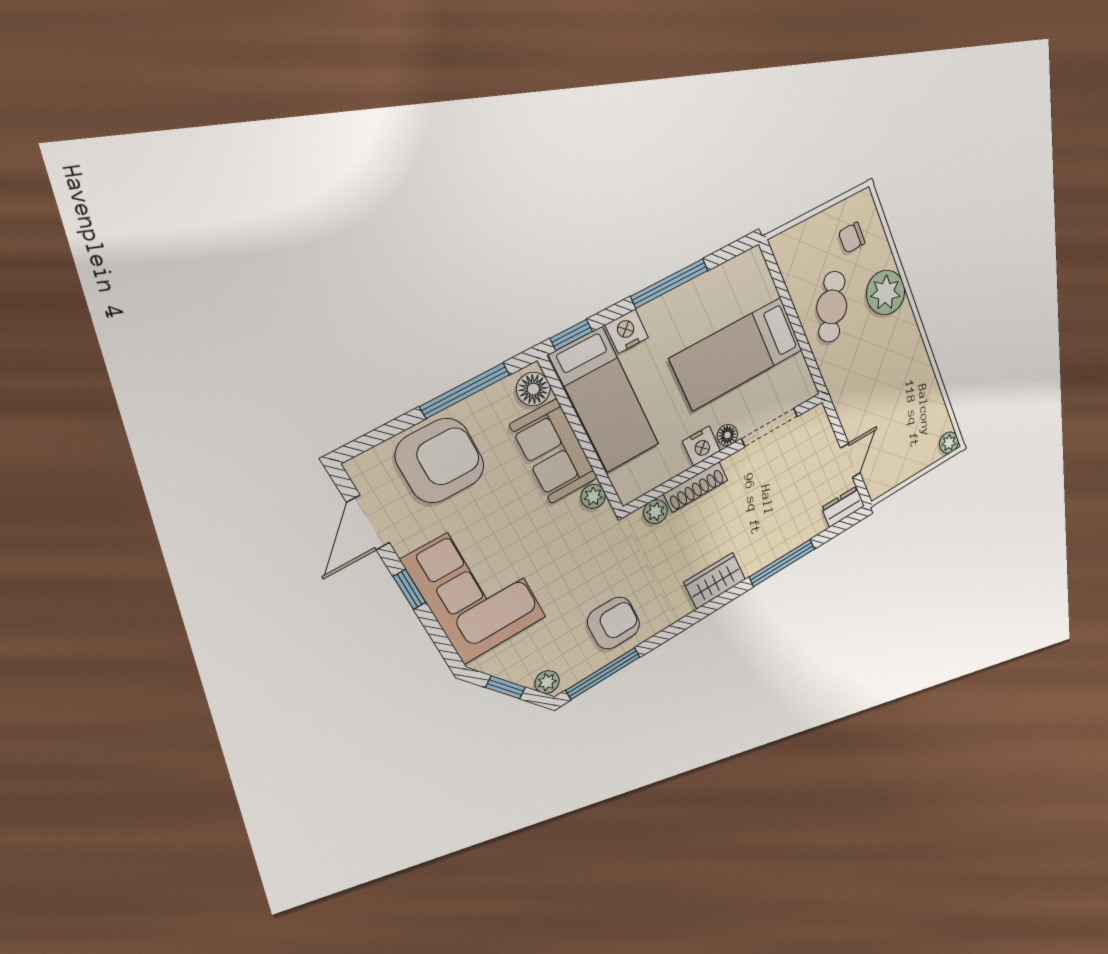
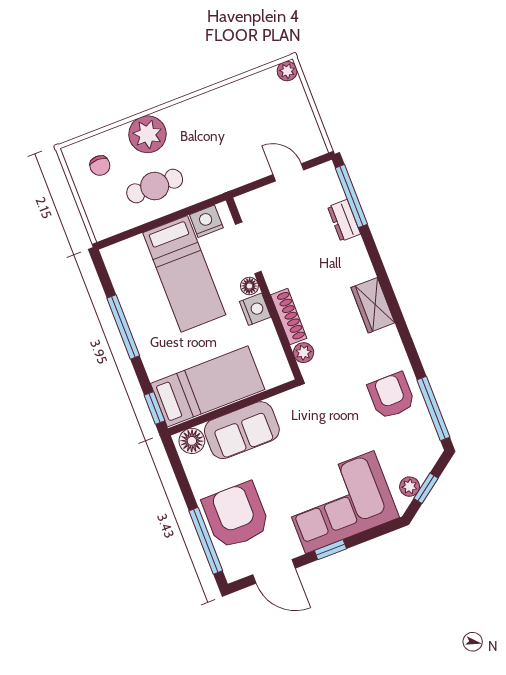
cafe table: (832, 307) -> (155, 186), turned -30
nightstand: (627, 331) -> (206, 221), moved, turned 90
window: (465, 391) -> (206, 541), moved
plant: (593, 496) -> (282, 403), removed
dresser: (843, 507) -> (344, 220), moved
window: (782, 563) -> (351, 196), moved
plant: (547, 682) -> (410, 487), moved

